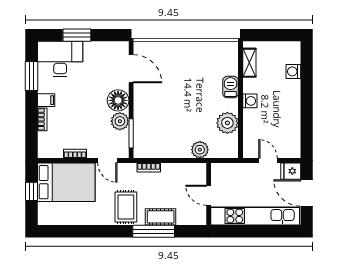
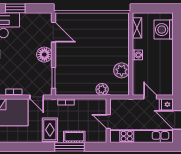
washing machine: (293, 71) -> (164, 30), width x1.89, depth x1.89
barbecue: (230, 87) -> (124, 45), removed
plant: (120, 121) -> (46, 69), removed

